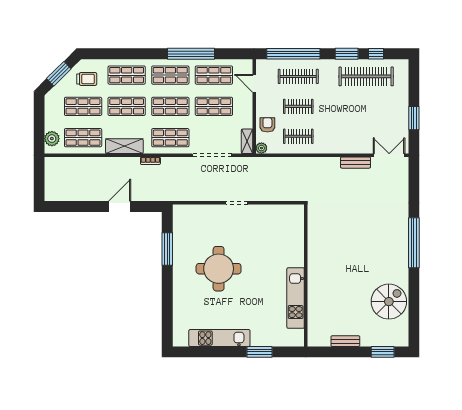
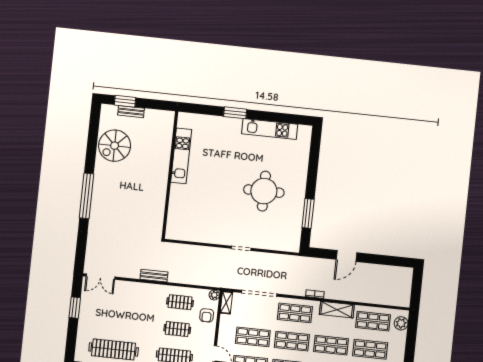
bench: (356, 163) -> (154, 276), moved
wall: (306, 276) -> (170, 175), moved
kitchen unit: (296, 298) -> (181, 156), moved
bench: (345, 341) -> (131, 112), moved

